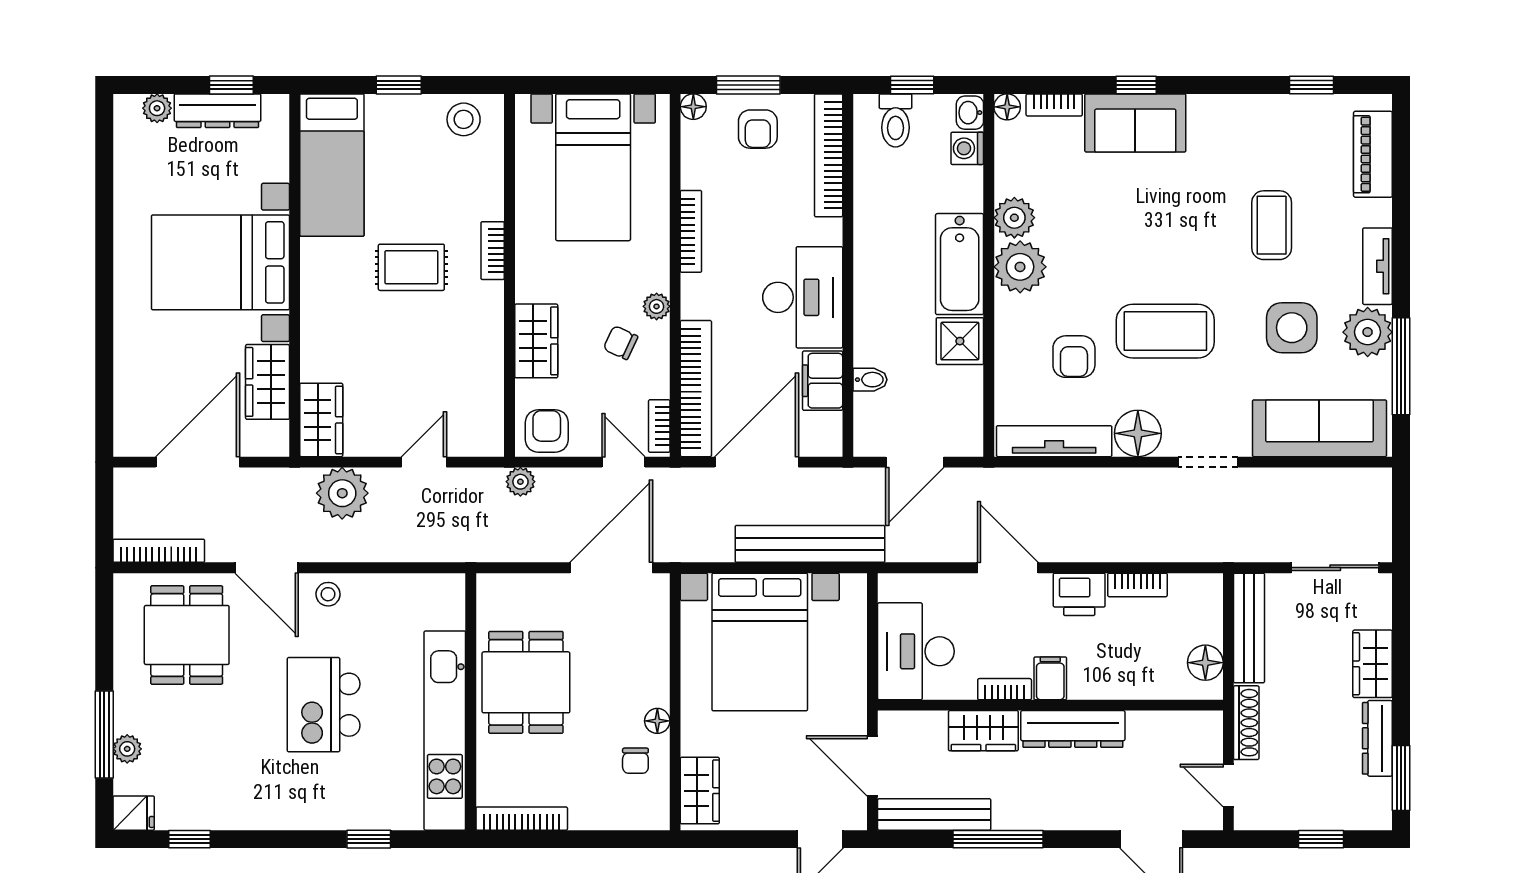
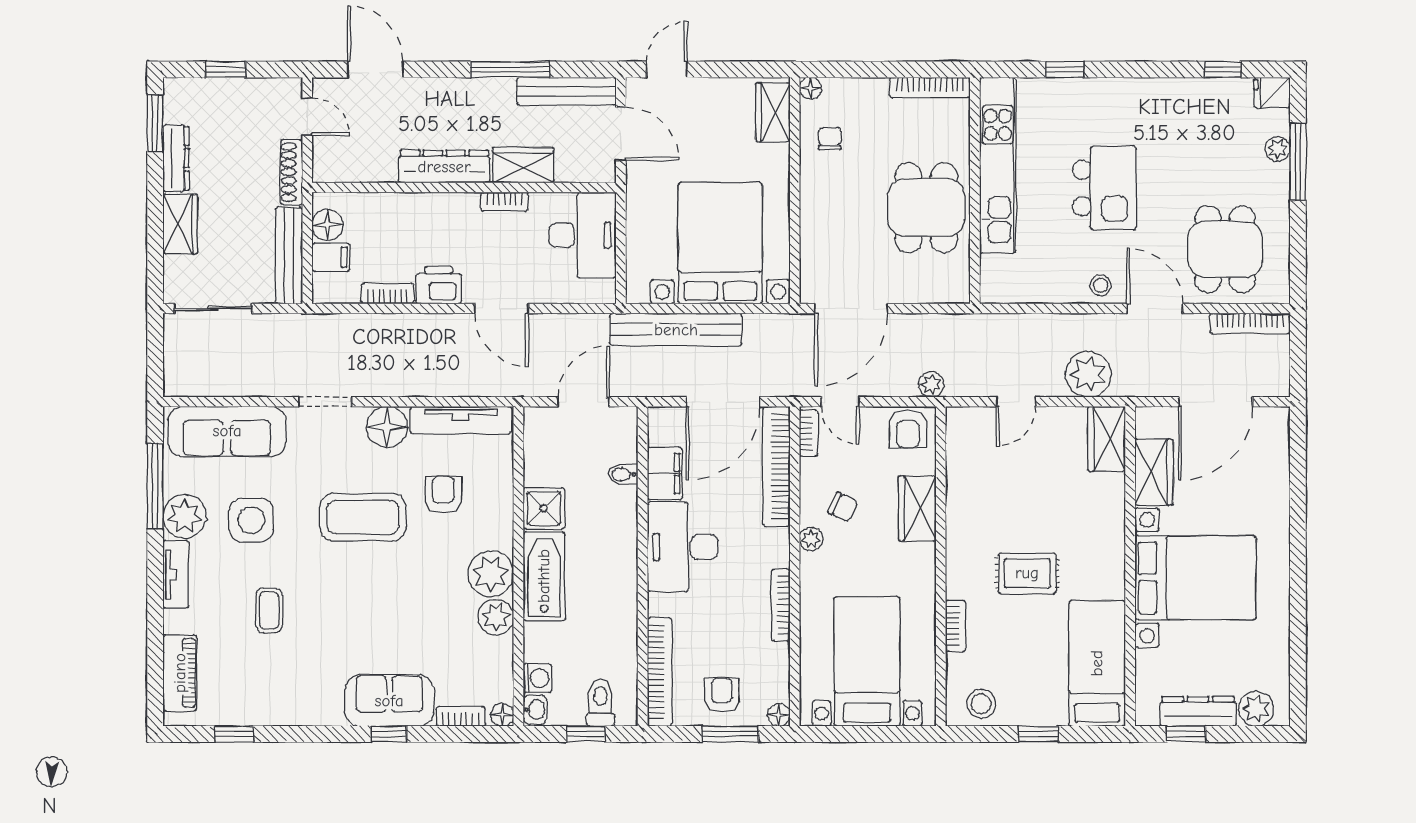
plant: (157, 108) -> (1256, 709), width x1.38, depth x1.38
coffee table: (1272, 225) -> (269, 610), width x0.73, depth x0.77
bookcase: (493, 251) -> (956, 626), moved
filing cabinet: (1050, 678) -> (331, 257), moved, turned -90
floor lamp: (657, 721) -> (810, 88), moved

